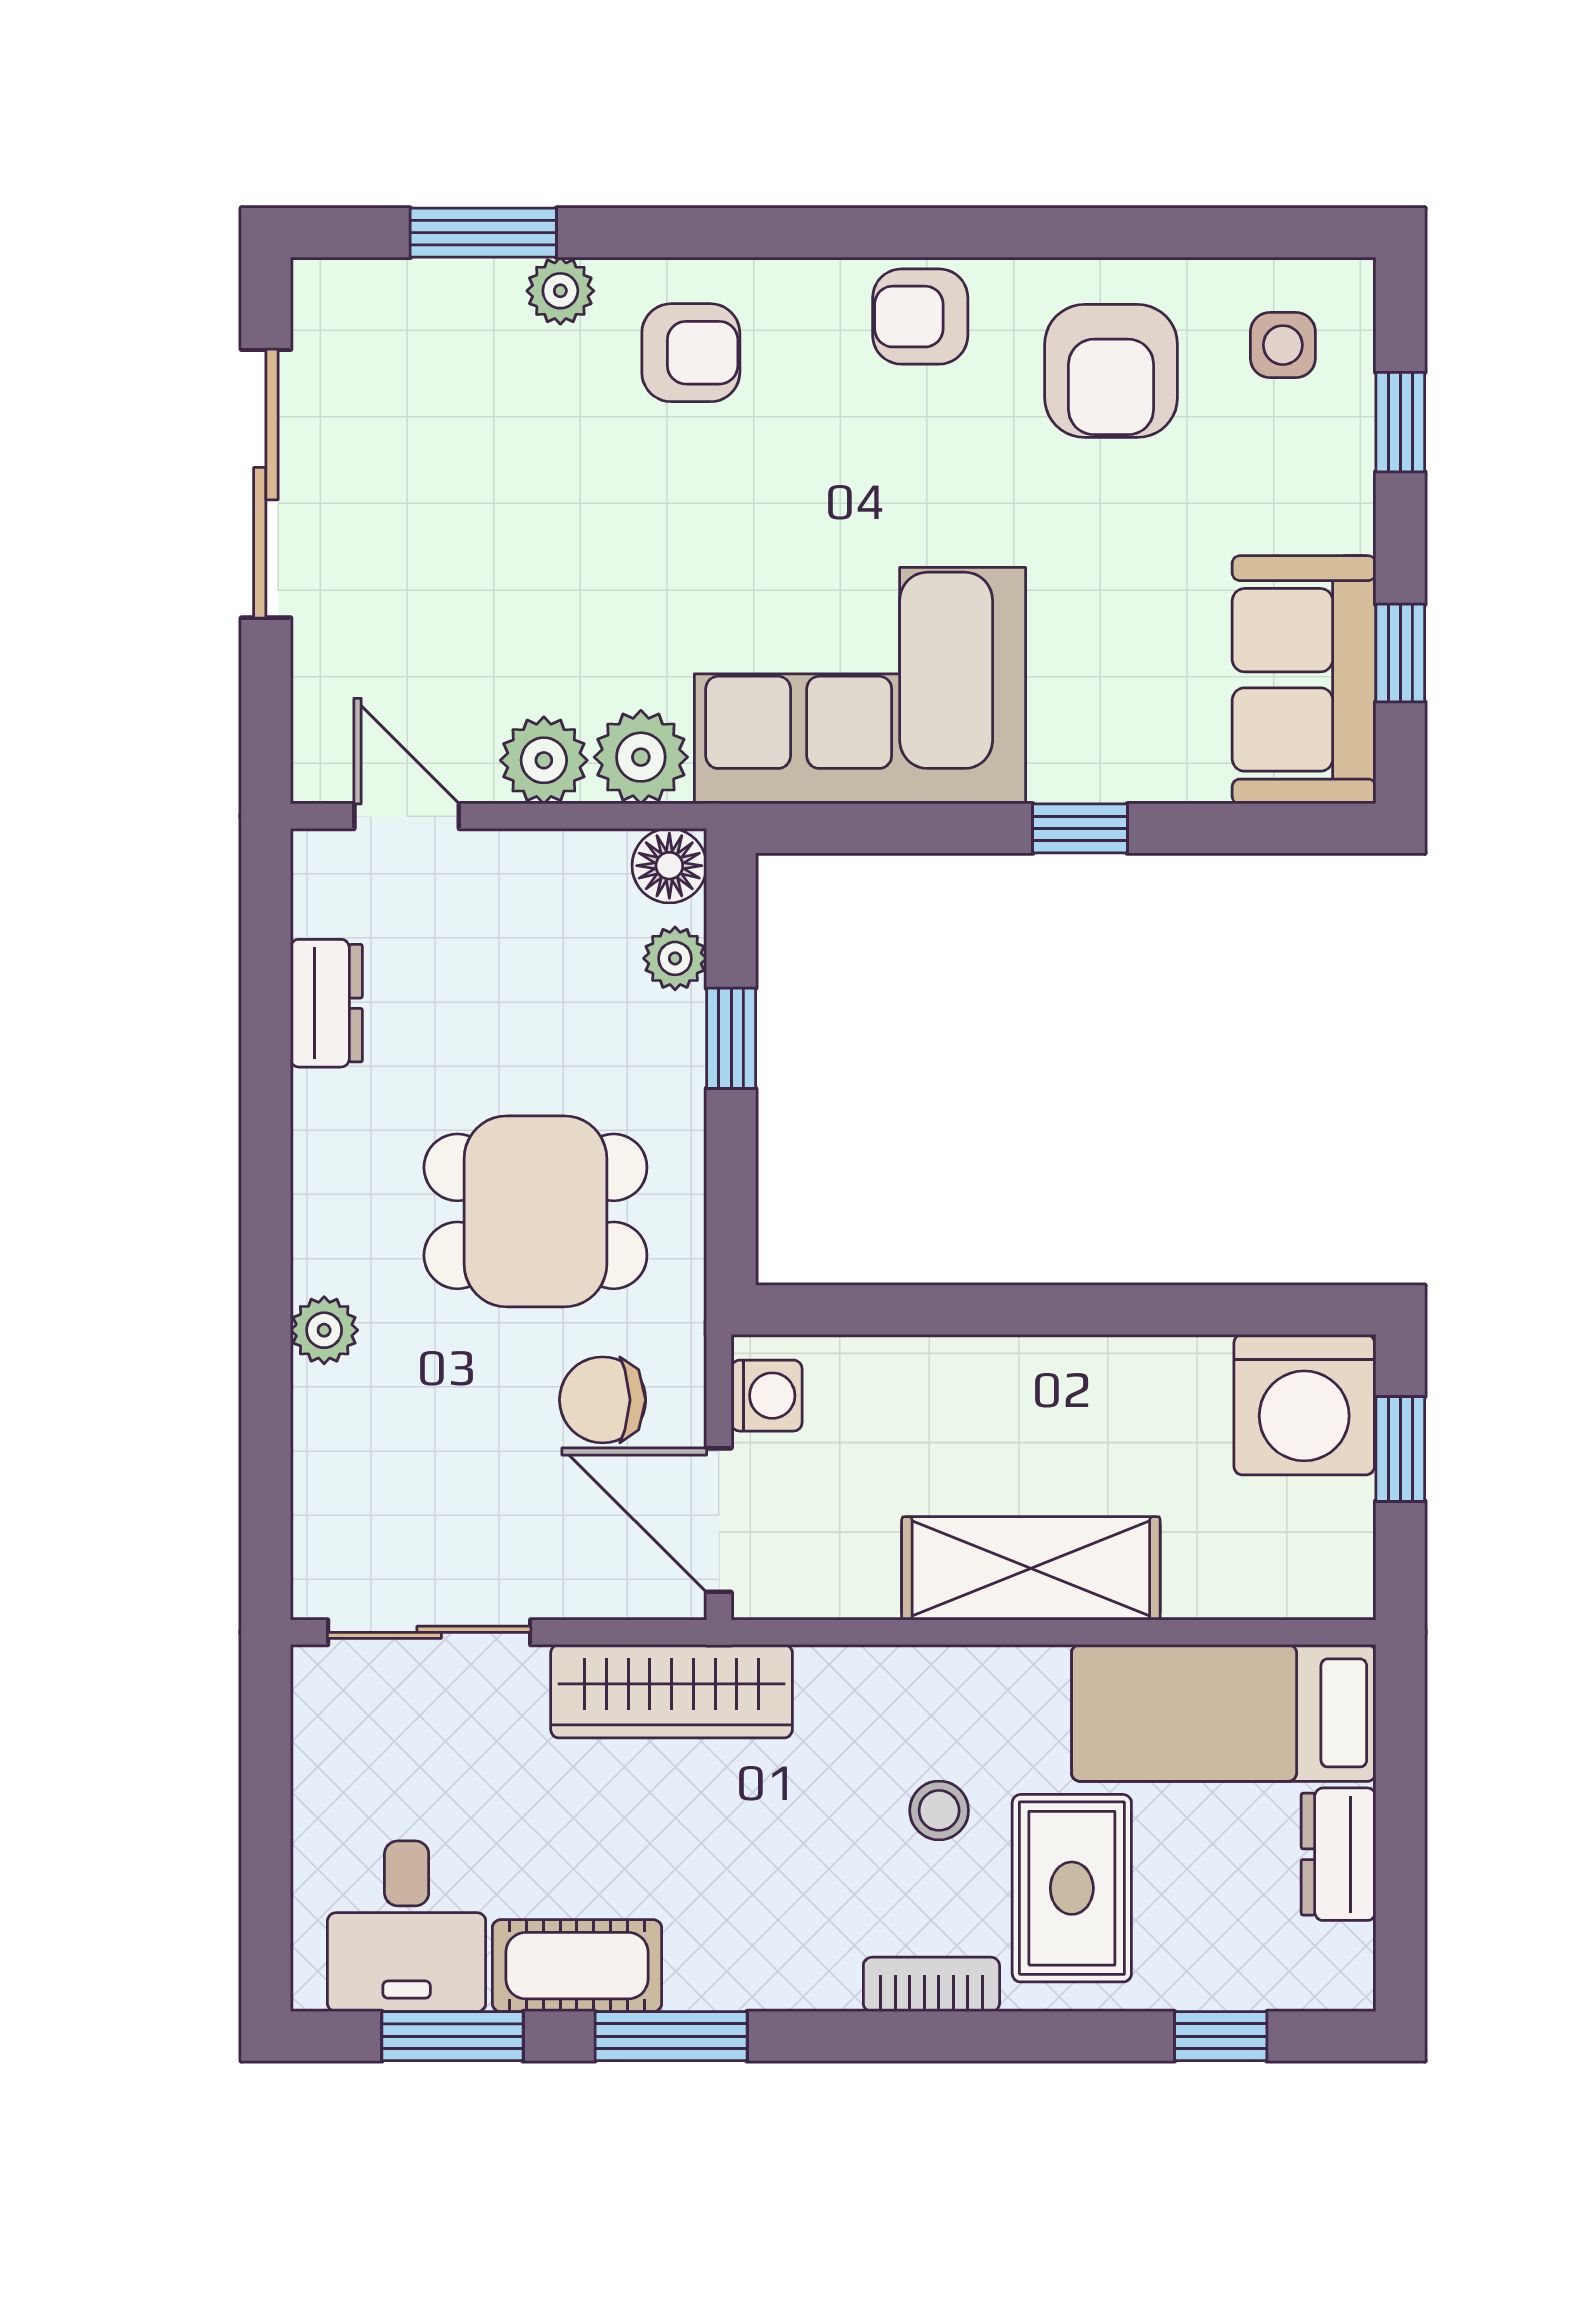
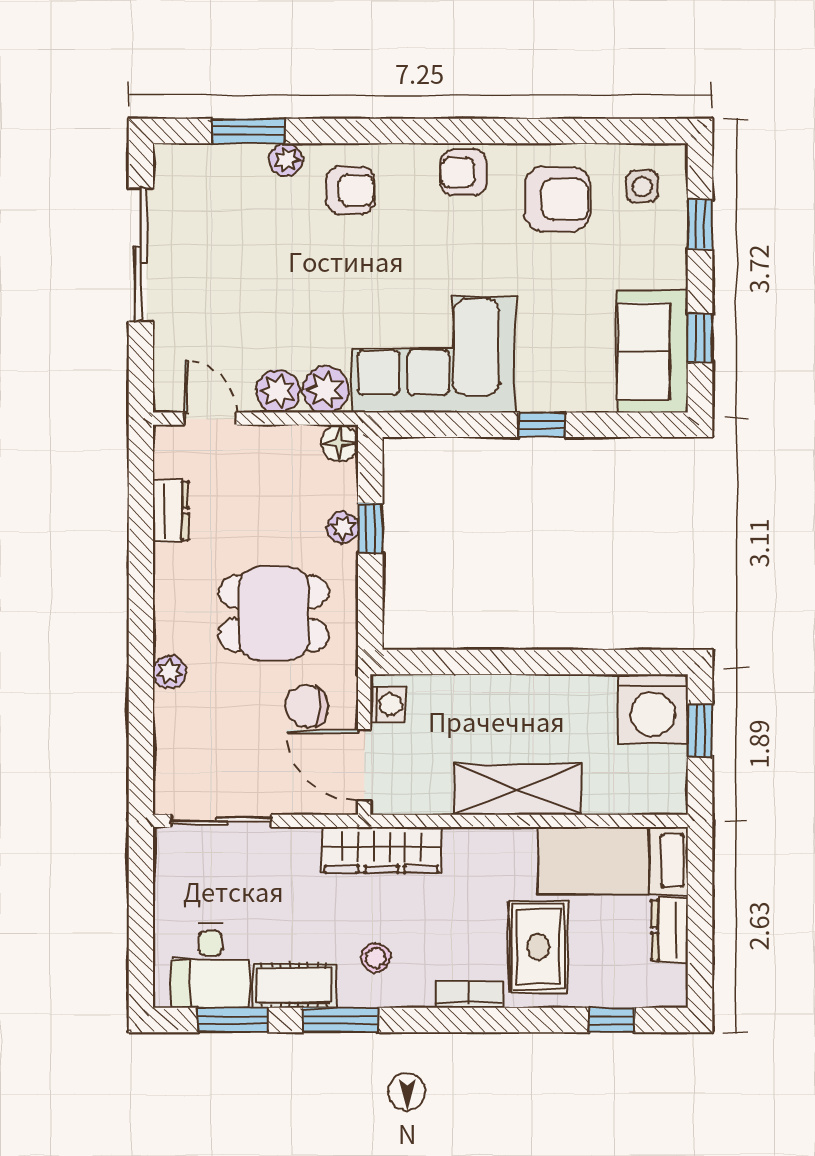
armchair: (1111, 371) -> (557, 199), turned -90
plant: (675, 958) -> (343, 528), moved
wardrobe: (672, 1691) -> (381, 850), moved
stool: (939, 1810) -> (376, 958), moved

